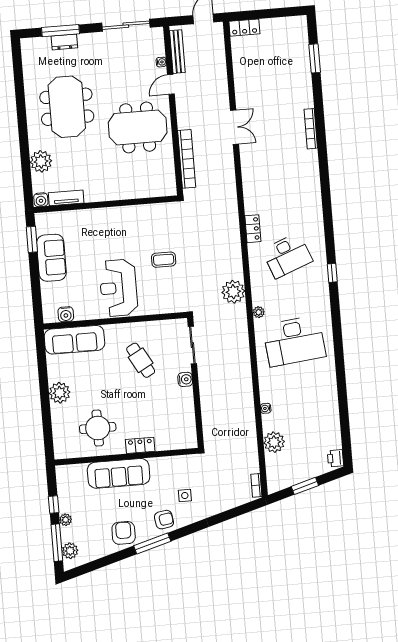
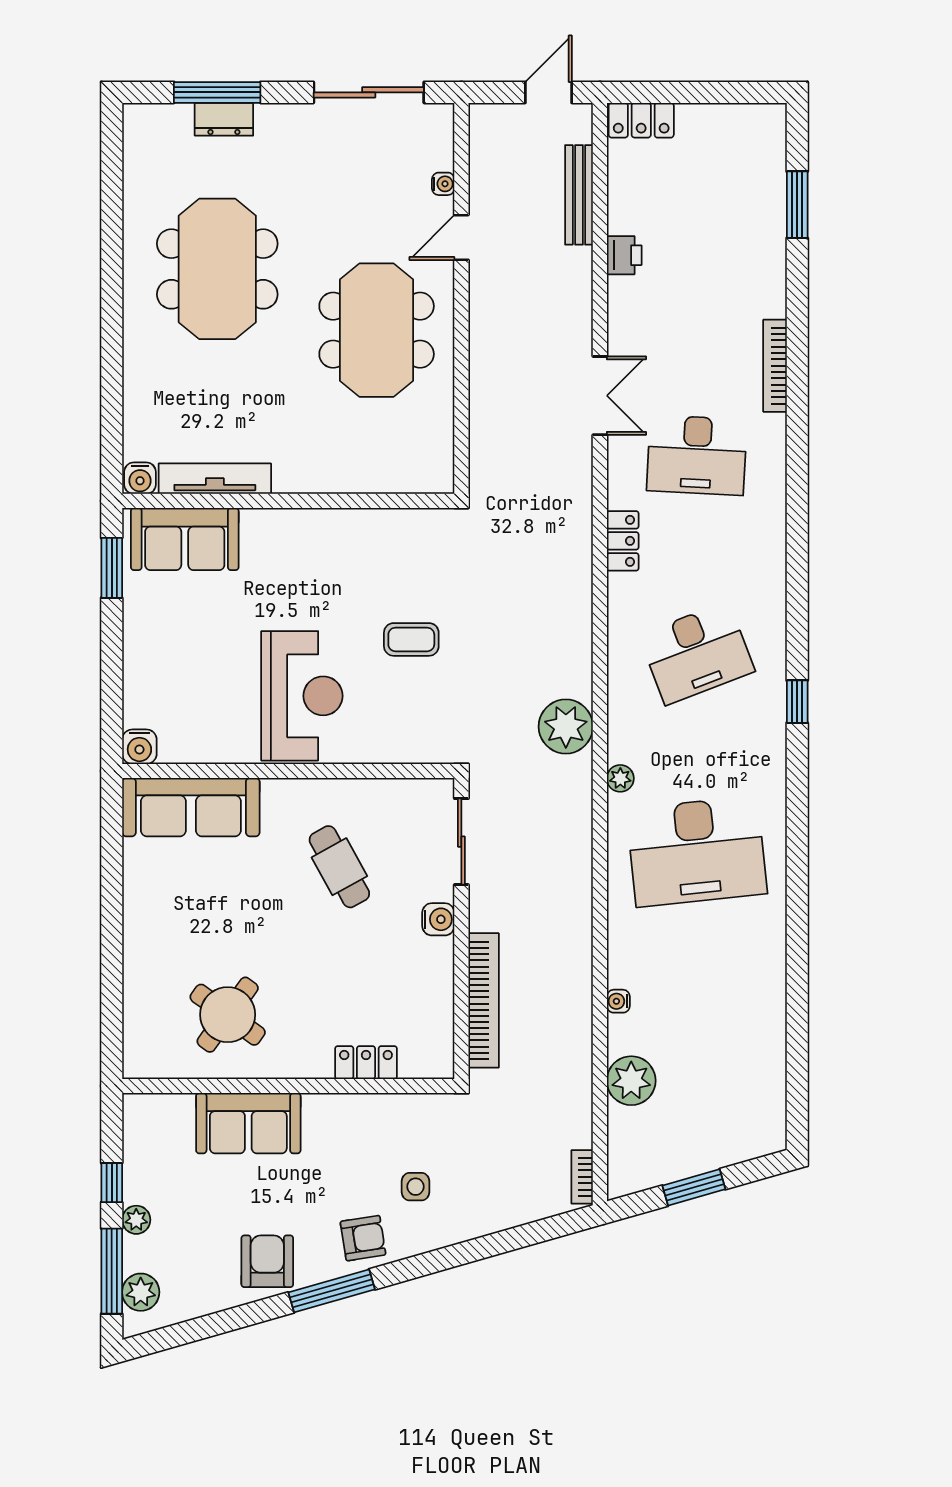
bench: (177, 52) -> (579, 195), moved
meeting table: (138, 127) -> (377, 330), turned 90
double door: (235, 127) -> (600, 396), moved
bookcase: (187, 159) -> (484, 1000), moved
plant: (41, 161) -> (148, 390), removed
desk: (280, 170) -> (697, 455), added
tv unit: (66, 198) -> (215, 479), width x1.41
locker: (253, 229) -> (623, 541), moved
sofa: (51, 258) -> (185, 539), moved, turned 90
reception desk: (118, 288) -> (302, 696), turned 180
water cooler: (66, 314) -> (139, 747), moved
plant: (60, 393) -> (147, 926), removed
round table: (98, 428) -> (228, 1015), turned 36
locker: (140, 445) -> (366, 1063), moved
printer: (335, 458) -> (624, 255), moved, turned 180
sofa: (119, 473) -> (248, 1123), width x0.73

